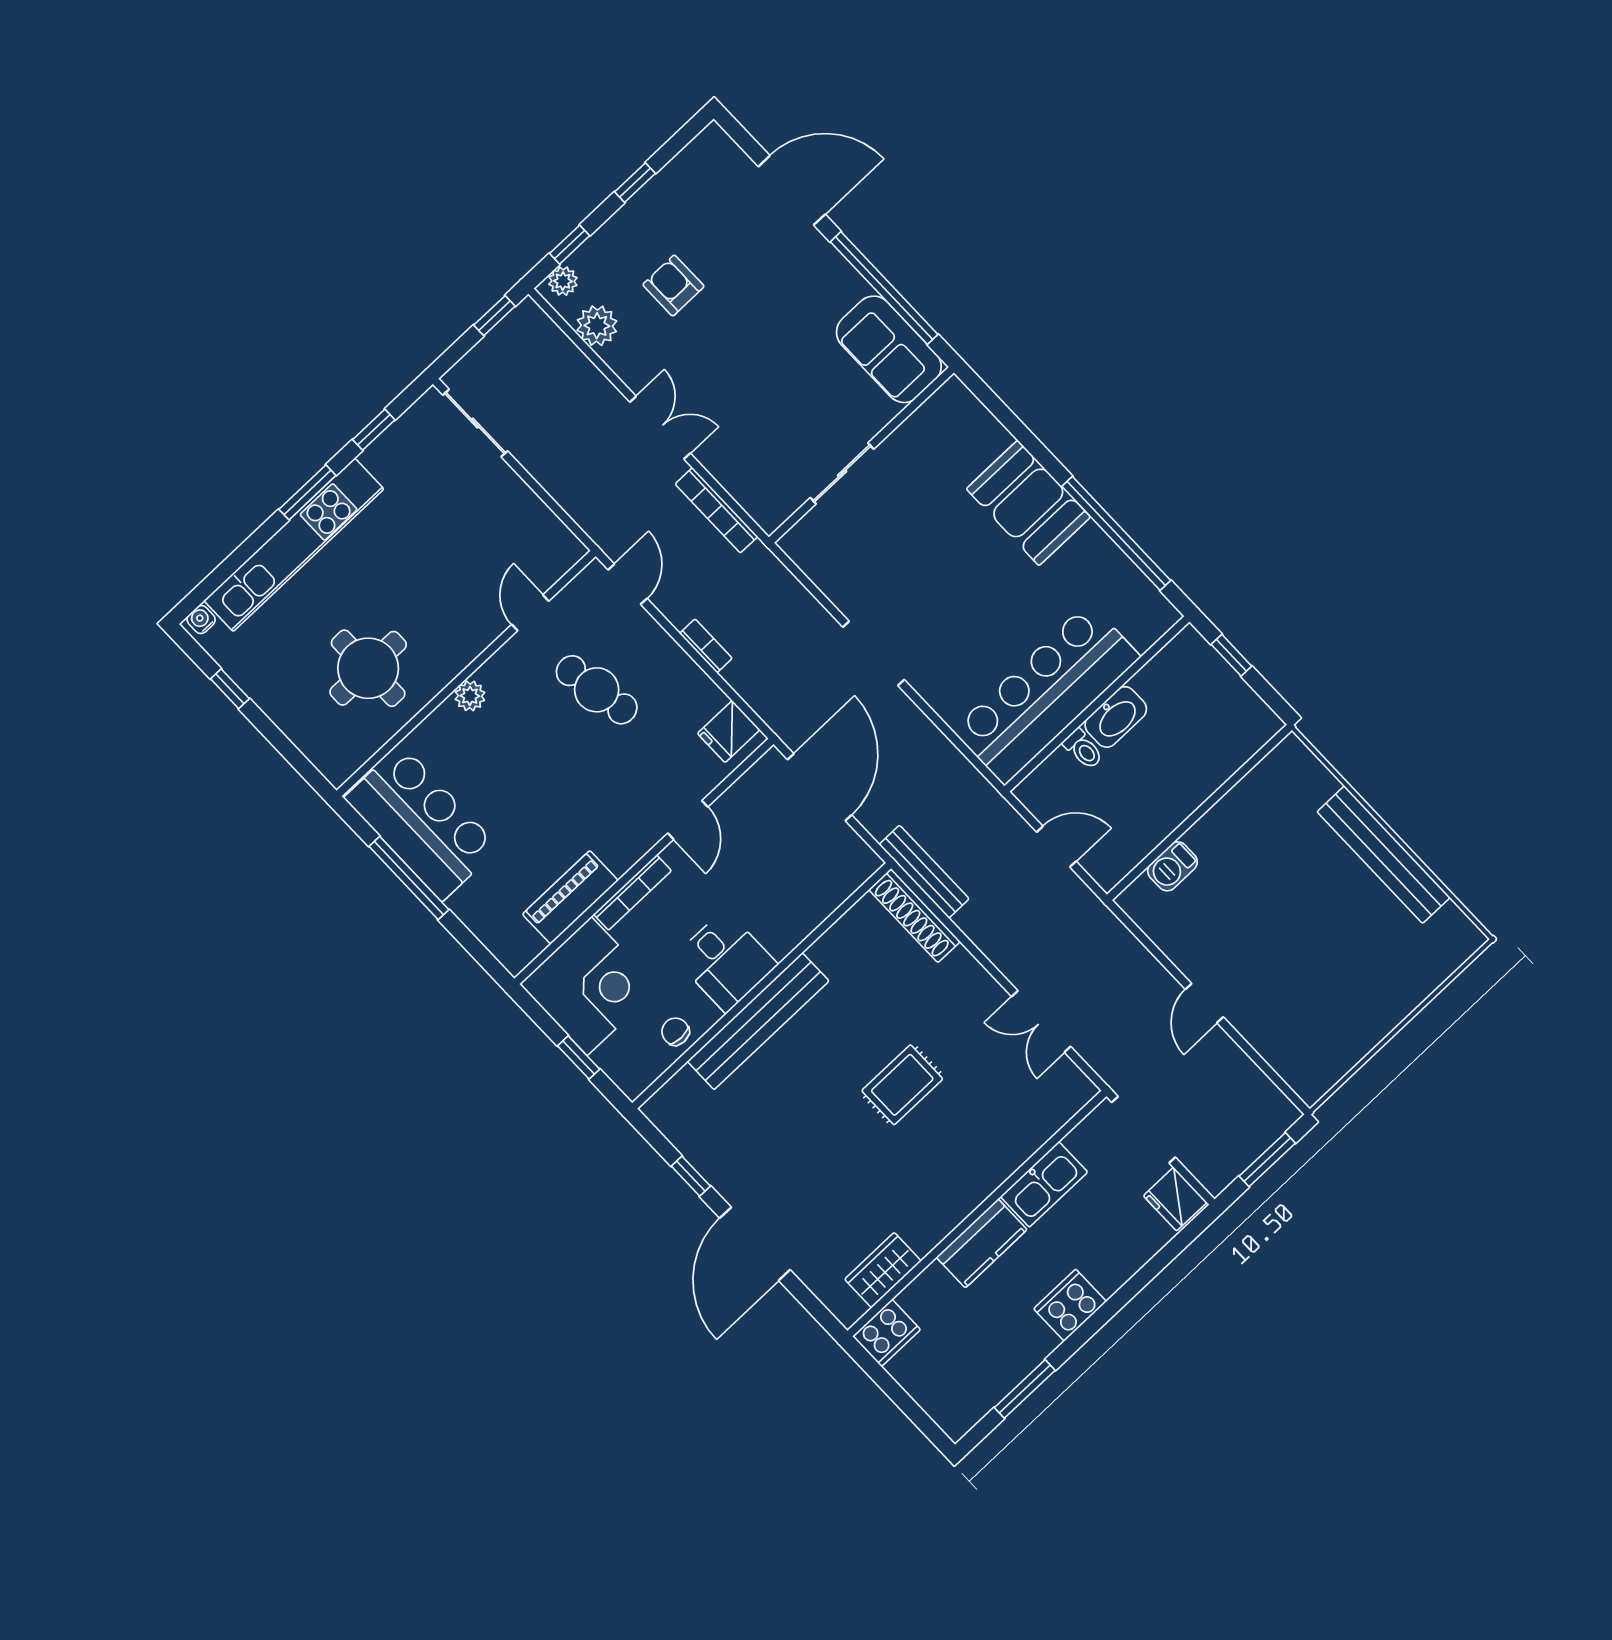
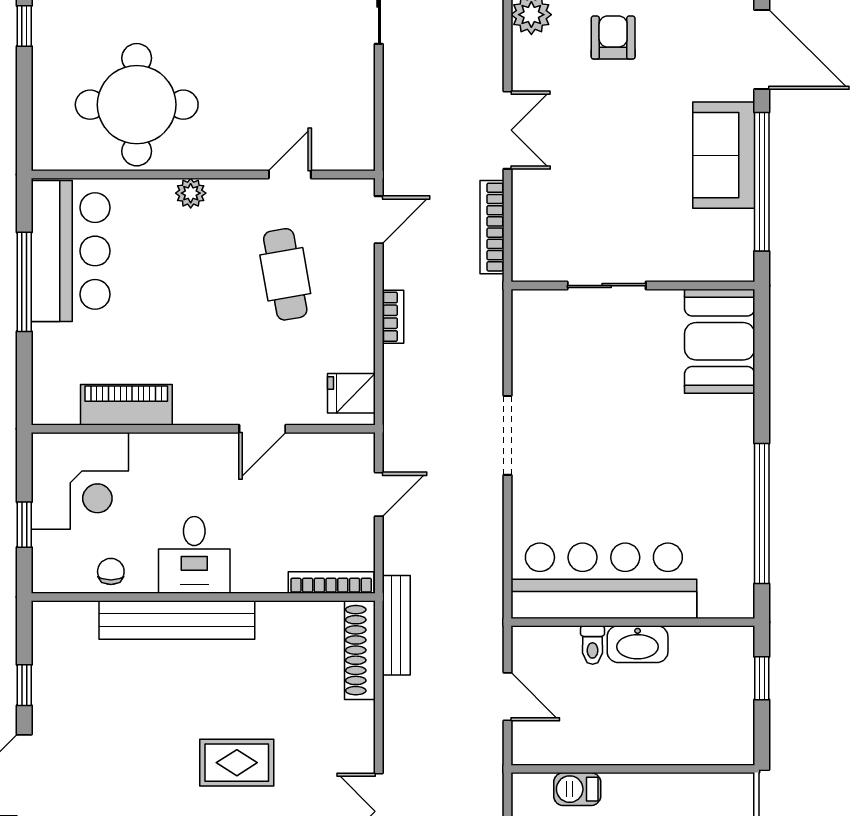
sofa: (889, 349) -> (724, 155), moved
booth: (1028, 503) -> (720, 341), moved
round table: (368, 668) -> (137, 105), width x1.36, depth x1.36
door: (820, 787) -> (379, 494), width x0.53
bookcase: (632, 892) -> (331, 583), moved, turned 180

